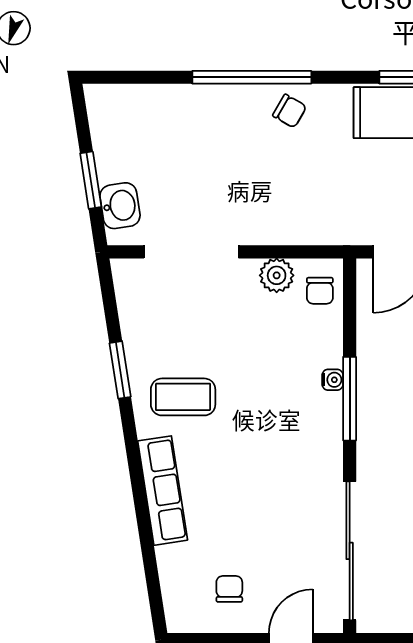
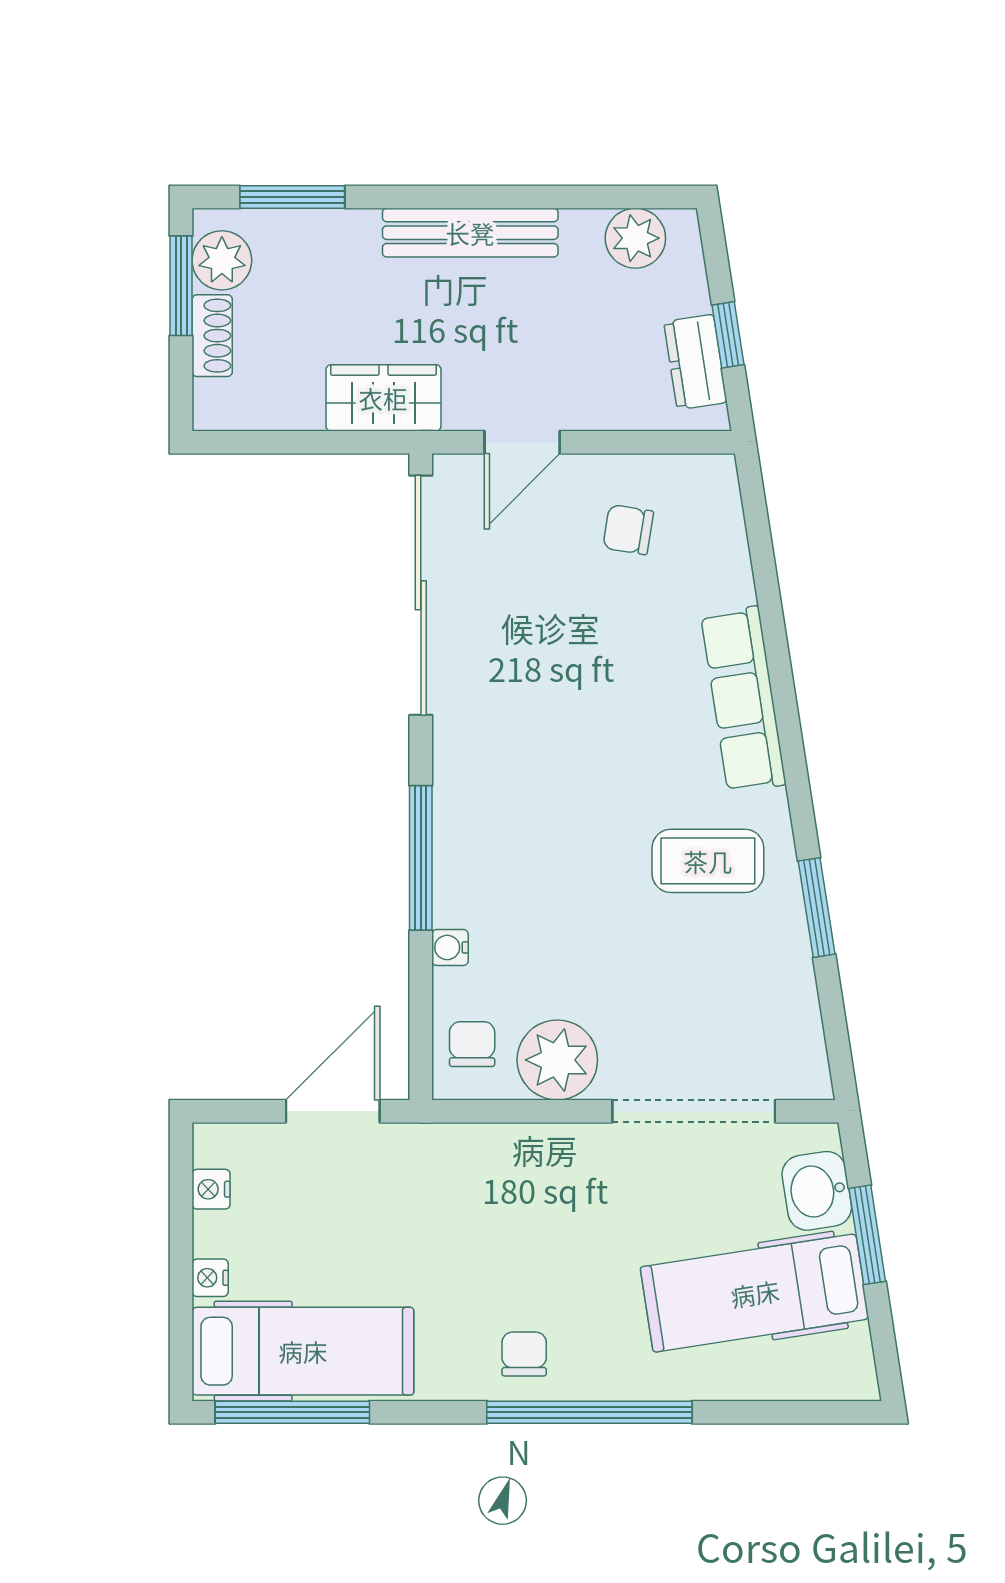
chair: (290, 111) -> (524, 1354), turned 60
hospital bed: (156, 146) -> (755, 1293), added
plant: (277, 275) -> (557, 1060), width x1.36, depth x1.36
water cooler: (333, 380) -> (450, 947), moved
chair: (229, 589) -> (628, 530), turned 99

